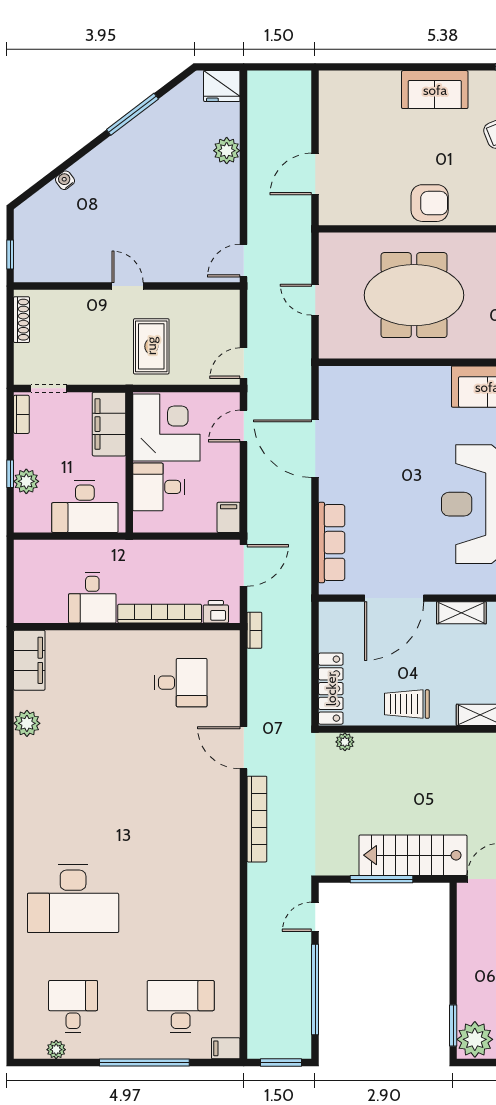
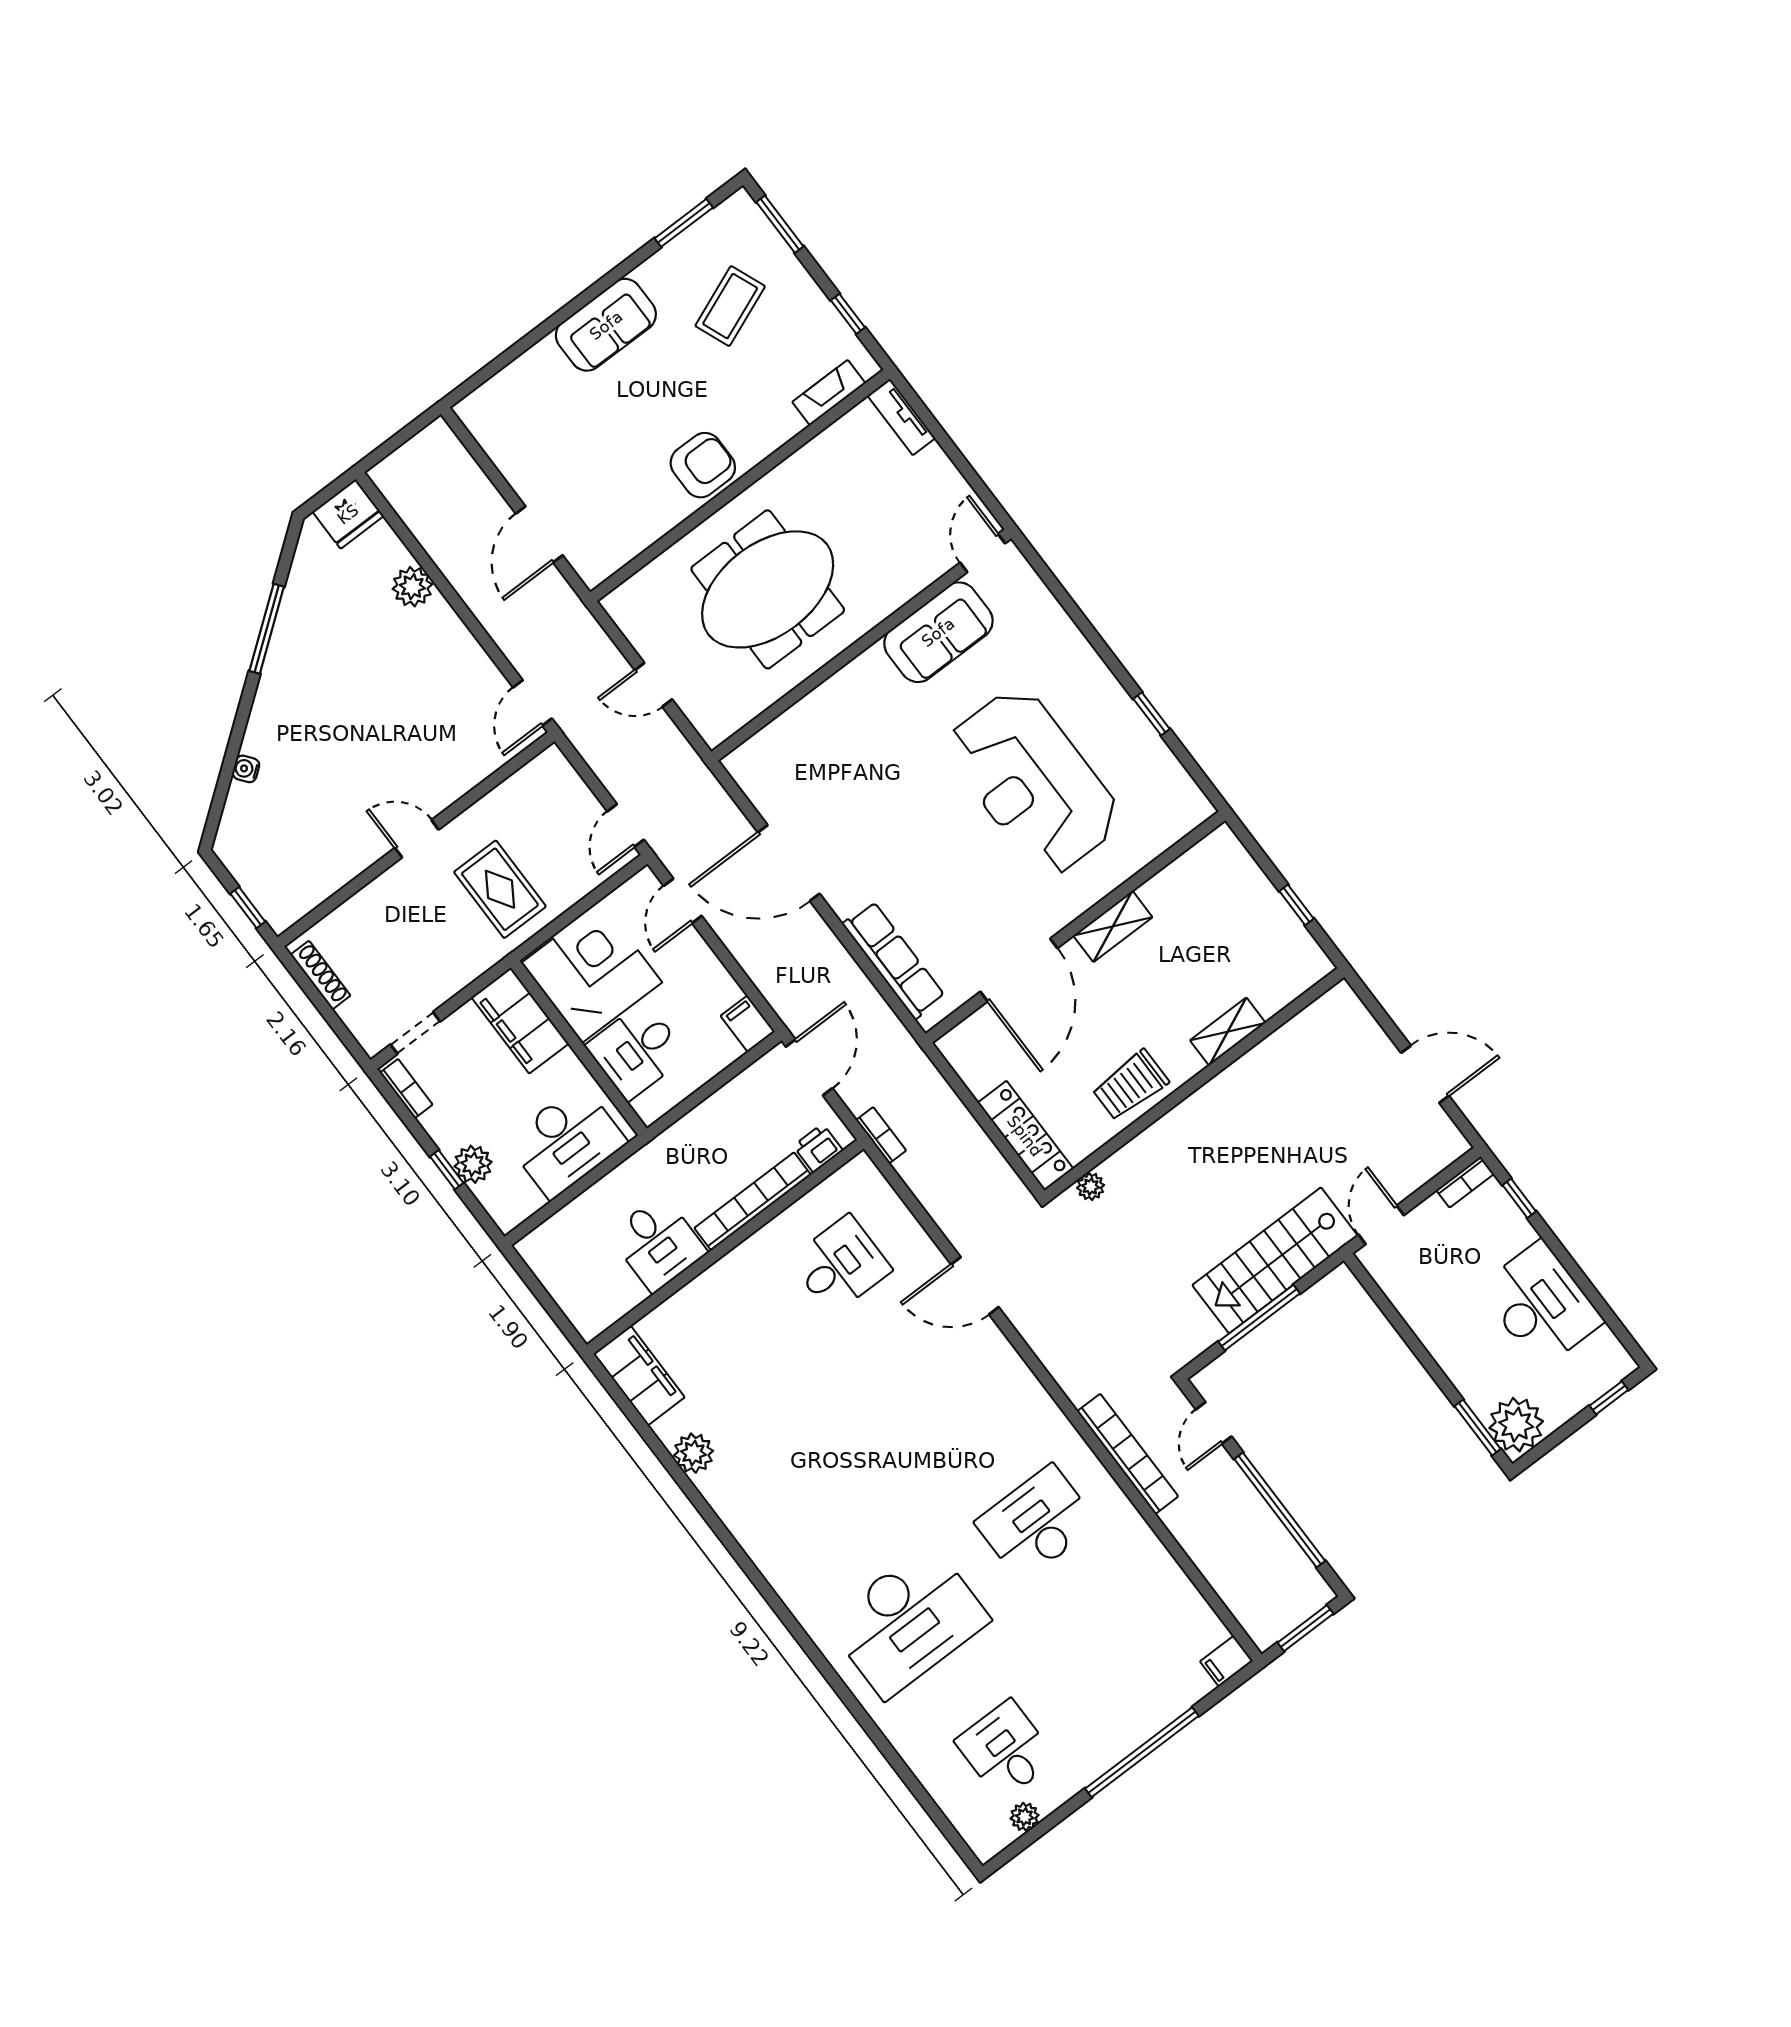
bookcase: (257, 819) -> (1128, 1454), moved
desk: (181, 1007) -> (1037, 1523), moved

